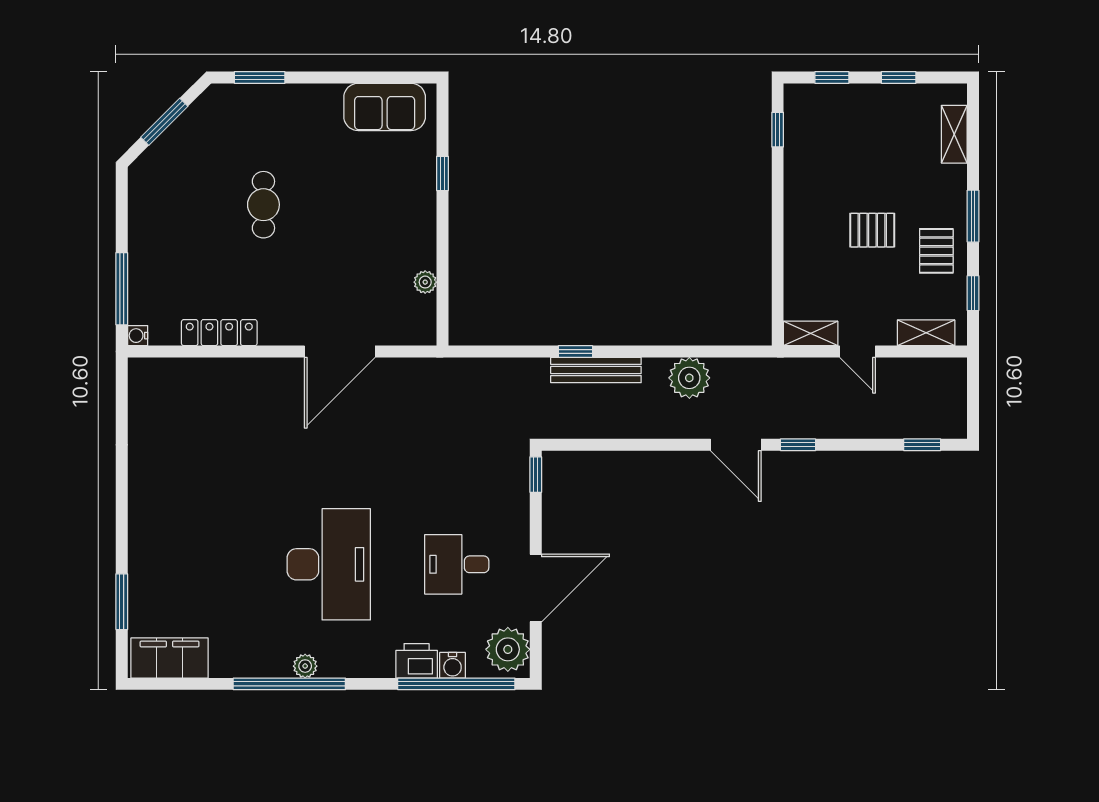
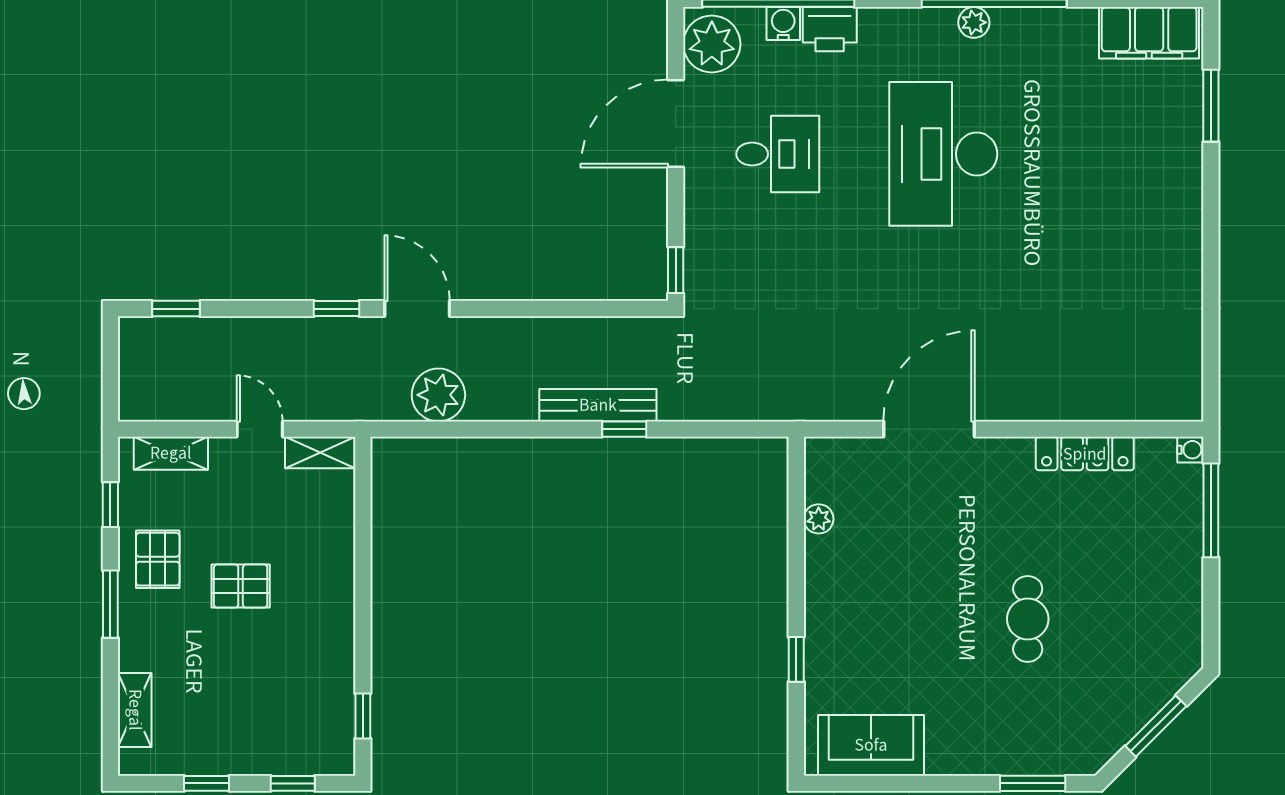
plant: (689, 378) -> (438, 395), moved

